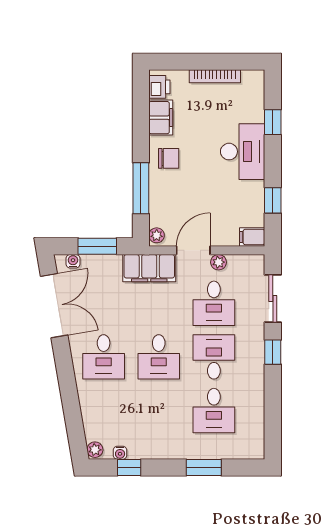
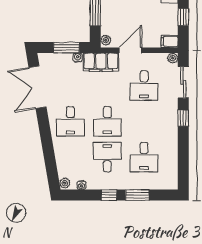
water cooler: (73, 261) -> (78, 58), moved
plant: (218, 262) -> (173, 58), moved
double door: (54, 306) -> (37, 87), swing flipped
desk: (214, 357) -> (107, 157), moved
window: (129, 467) -> (109, 195), moved

